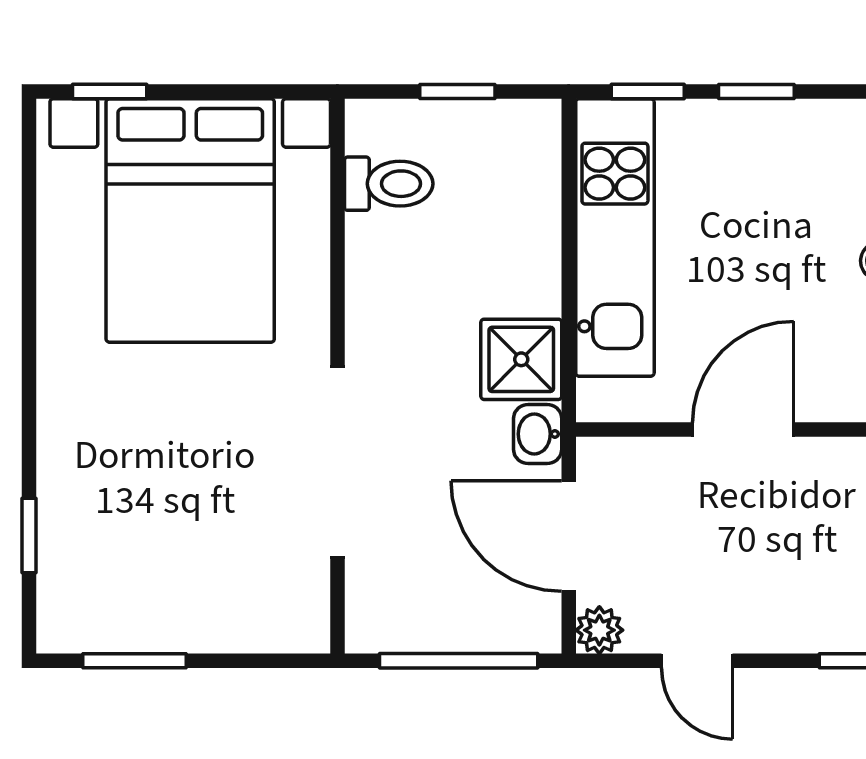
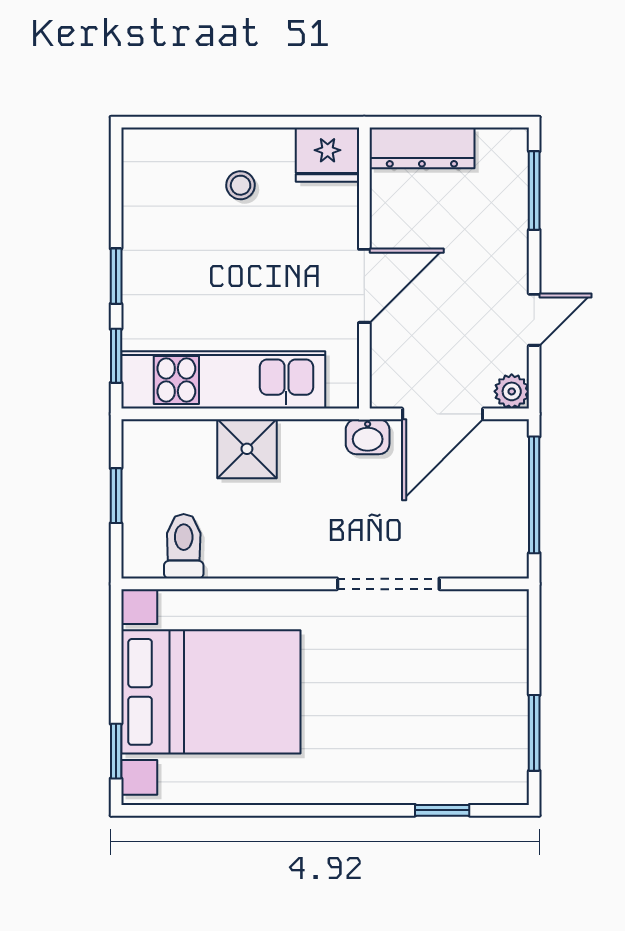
shower: (521, 359) -> (247, 449), moved
door: (743, 430) -> (364, 286), swing flipped
doorway: (337, 462) -> (388, 584), width x0.73

